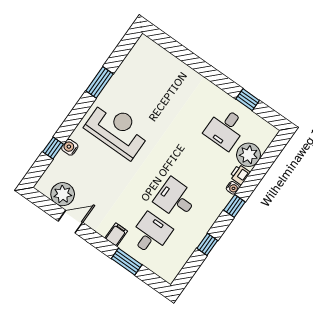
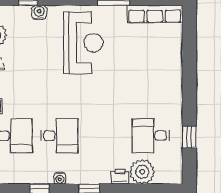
row of seats: (134, 59) -> (155, 14), added
water cooler: (233, 188) -> (60, 178), moved
desk: (176, 199) -> (59, 136), turned 90

